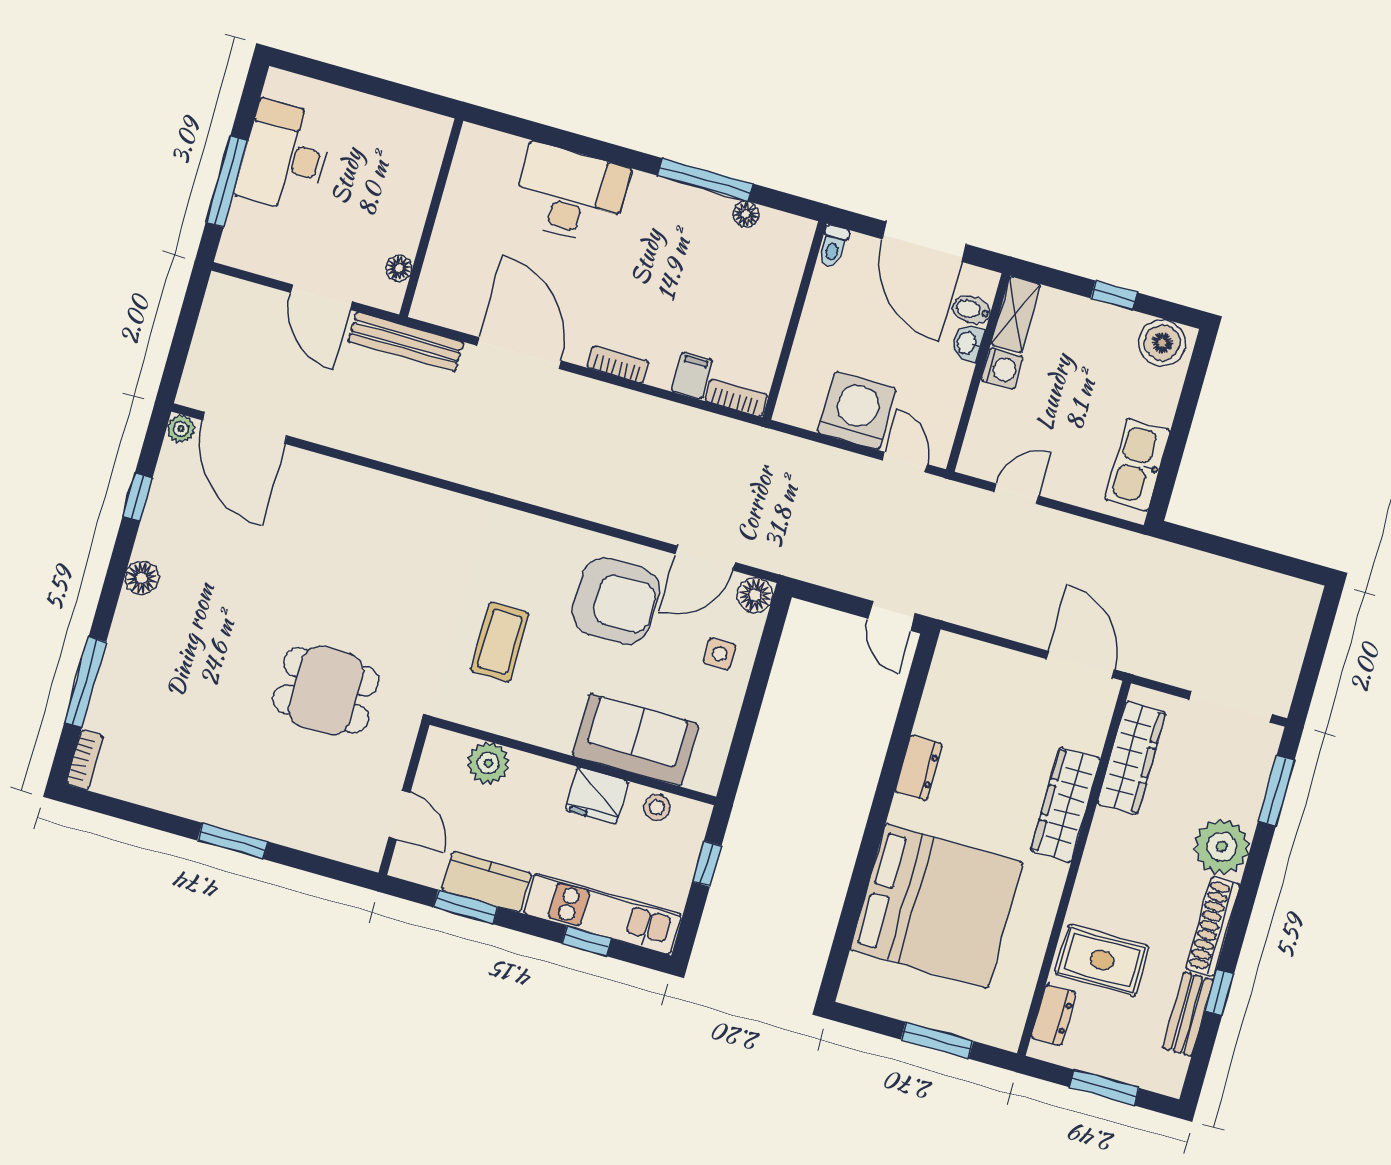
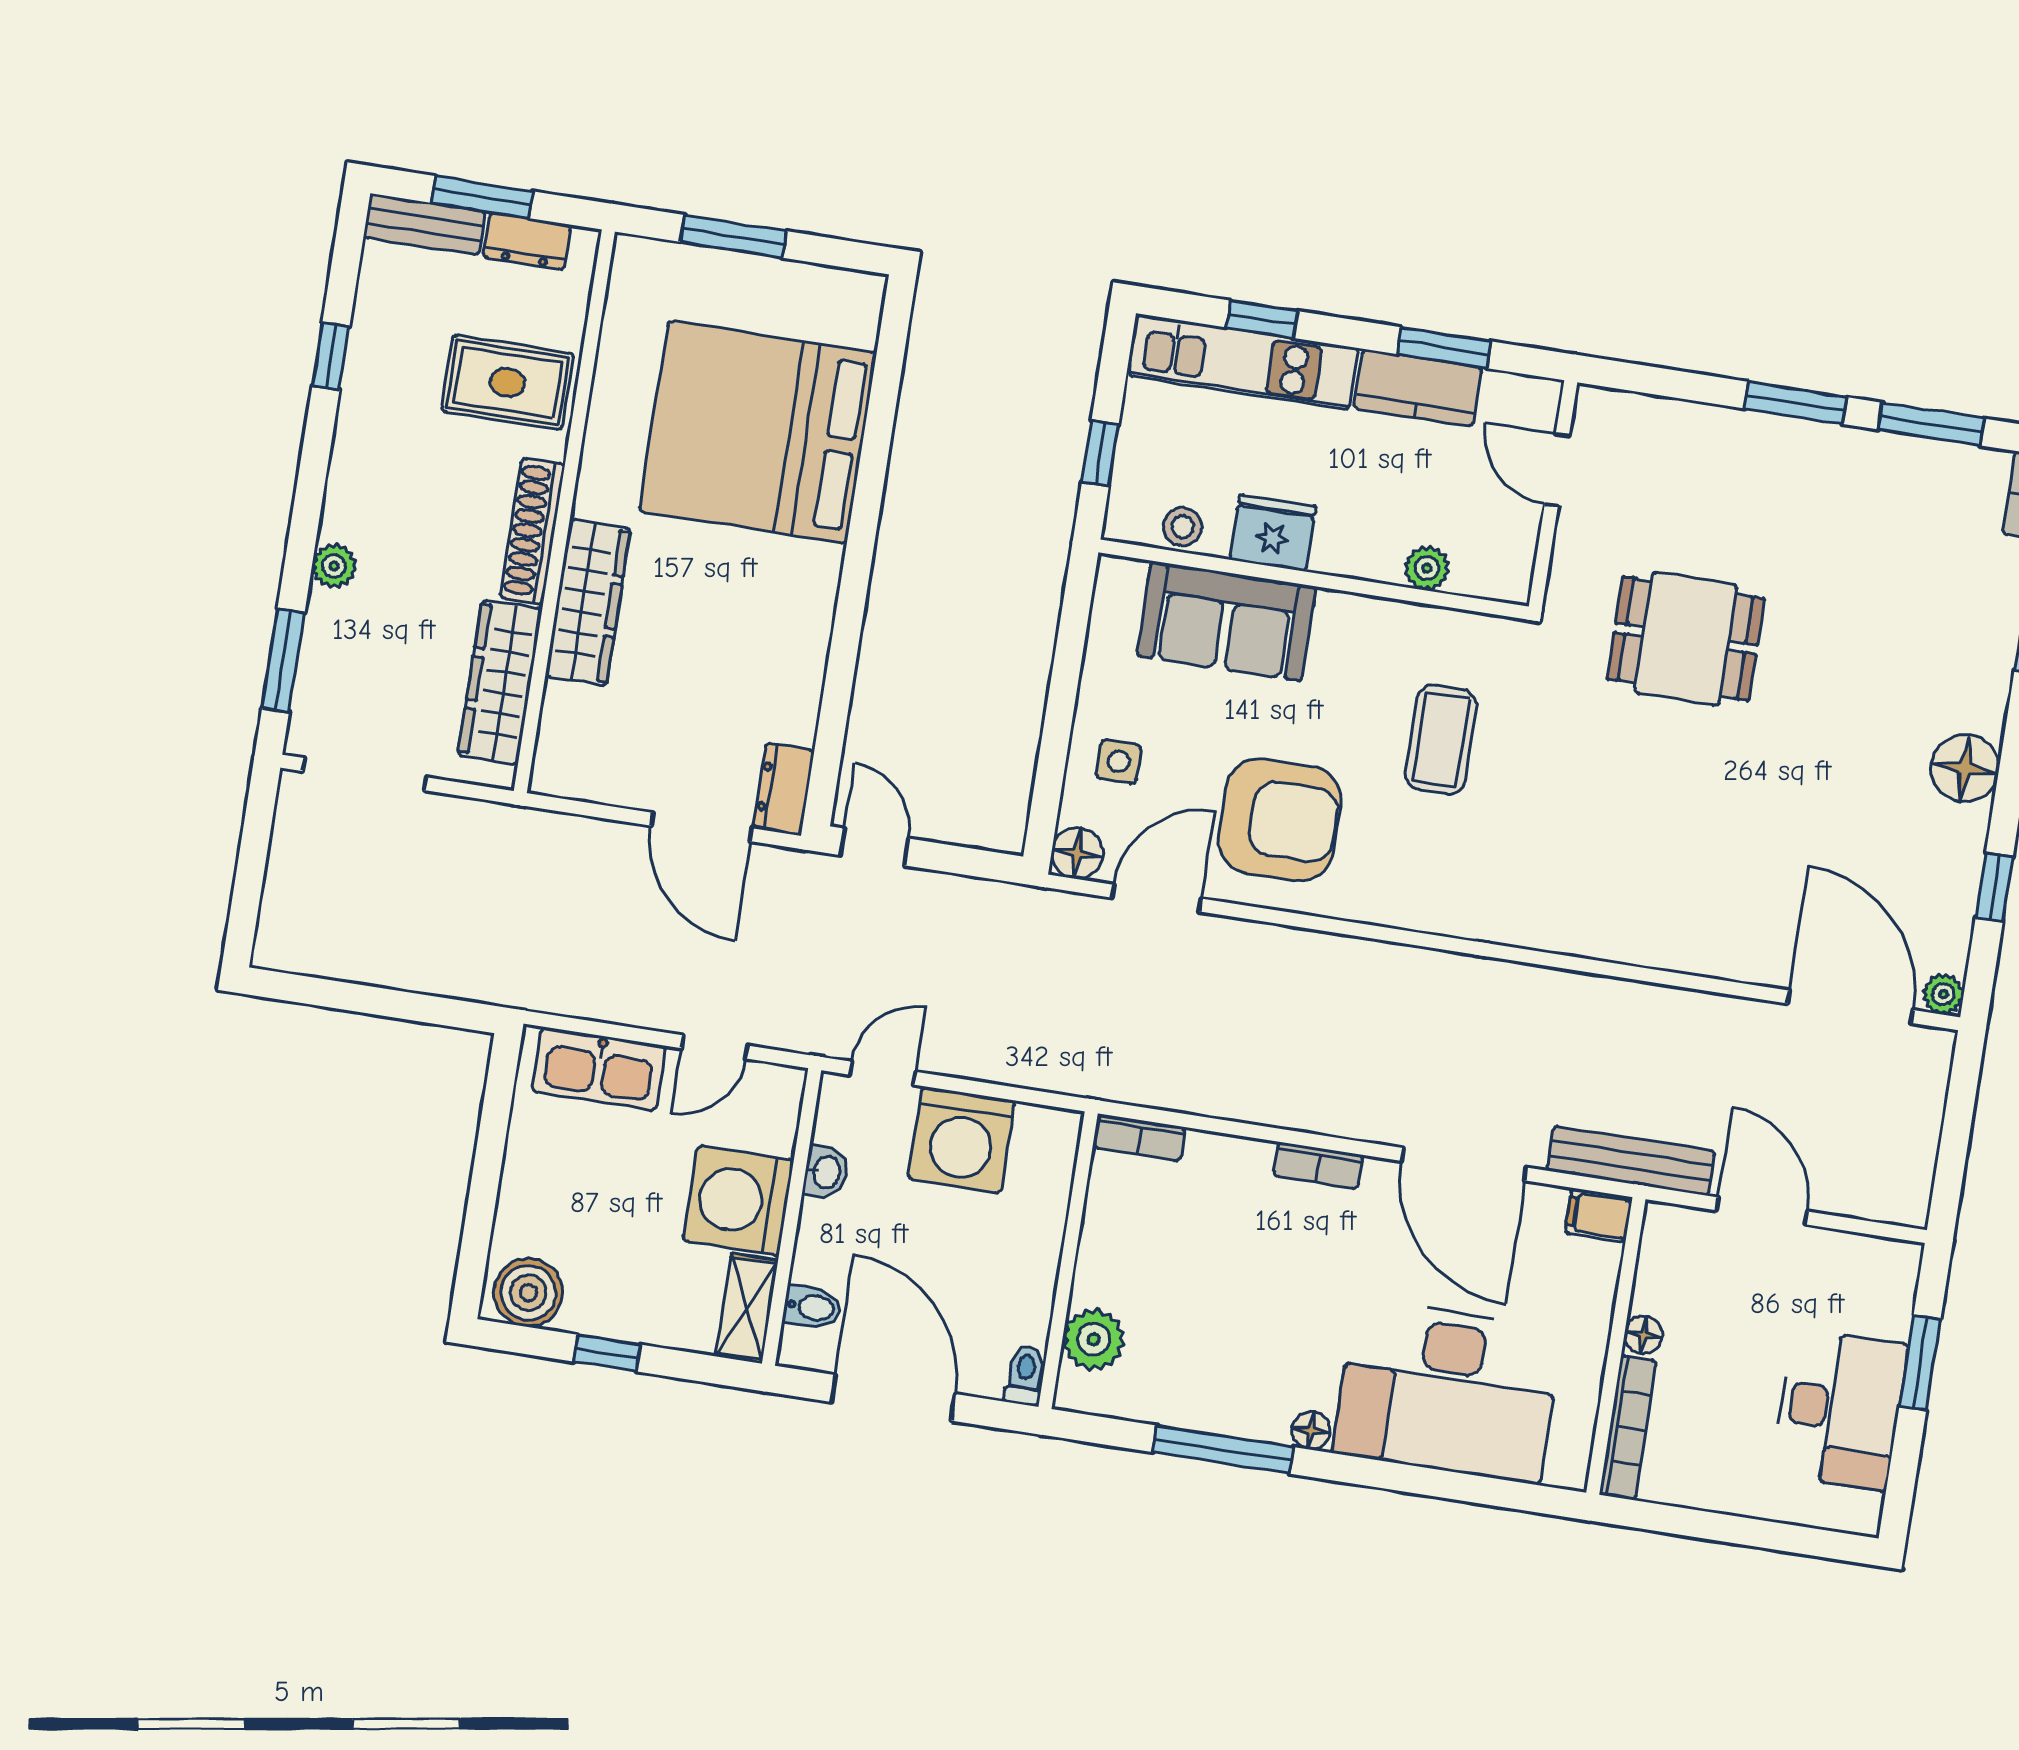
bookcase: (430, 161) -> (1628, 1428), added
window: (227, 181) -> (1920, 1363), width x0.69
desk: (570, 194) -> (1448, 1391), width x1.36, depth x1.30
floor lamp: (746, 214) -> (1311, 1431), moved
plant: (784, 265) -> (1094, 1339), added
floor lamp: (399, 268) -> (1643, 1335), moved
washbasin: (967, 343) -> (826, 1172), moved
washing machine: (1002, 369) -> (738, 1201), width x1.89, depth x1.89
filing cabinet: (692, 376) -> (1599, 1215), moved, turned 90
door: (905, 462) -> (883, 1073), swing flipped
kitchen sink: (1137, 465) -> (599, 1069), moved, turned 90
floor lamp: (142, 578) -> (1965, 768), width x1.38, depth x1.38
armchair: (616, 601) -> (1279, 820), turned 180
door: (1081, 664) -> (702, 827), moved
plant: (488, 763) -> (1427, 568), width x0.73, depth x0.73
dresser: (919, 768) -> (784, 789), moved
window: (142, 815) -> (1931, 424), added
plant: (1222, 847) -> (334, 566), width x0.53, depth x0.53
shoe rack: (1213, 926) -> (532, 531), moved, turned 180
bench: (1188, 1014) -> (424, 224), moved, turned 90
dresser: (1053, 1015) -> (527, 241), moved, turned -90

